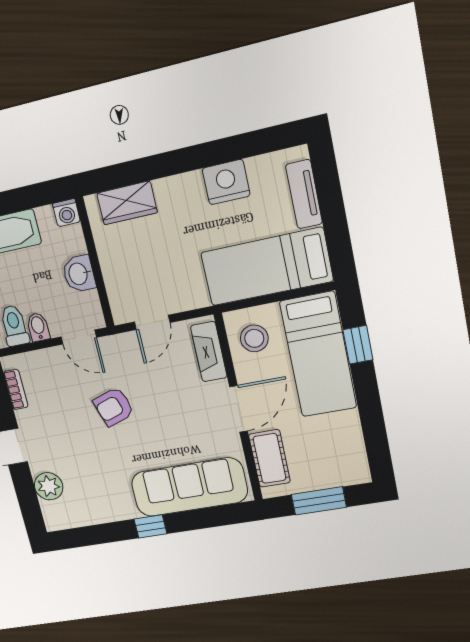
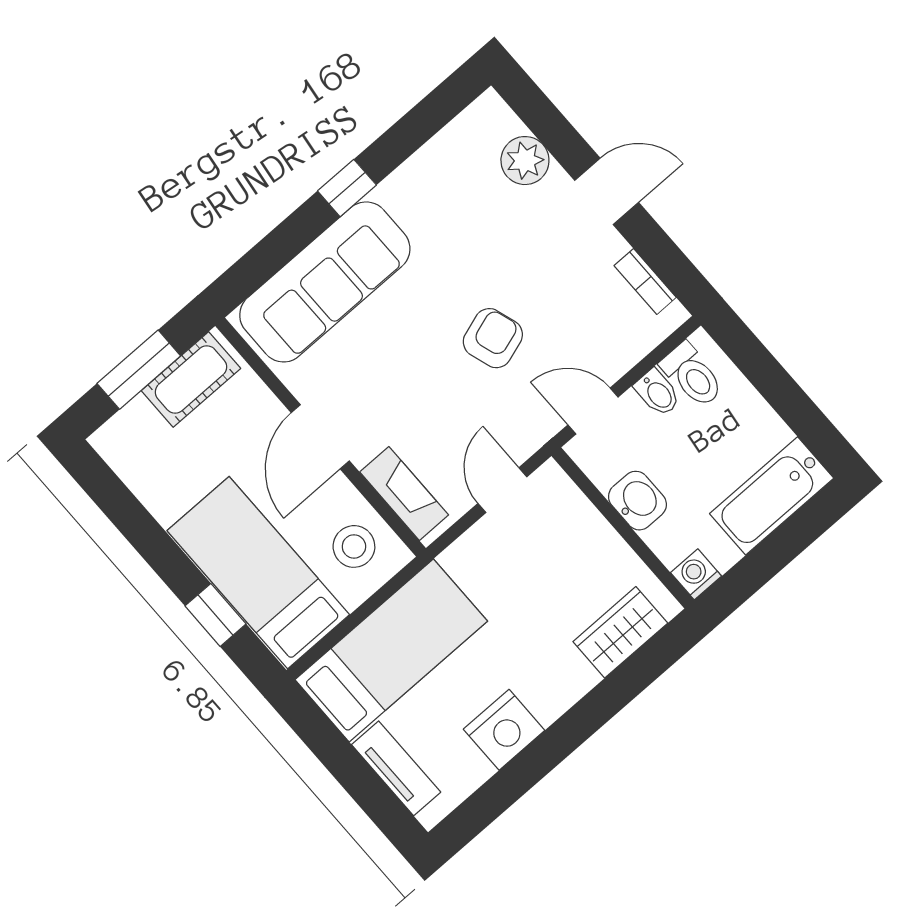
cot: (270, 458) -> (191, 379), moved, turned 90

